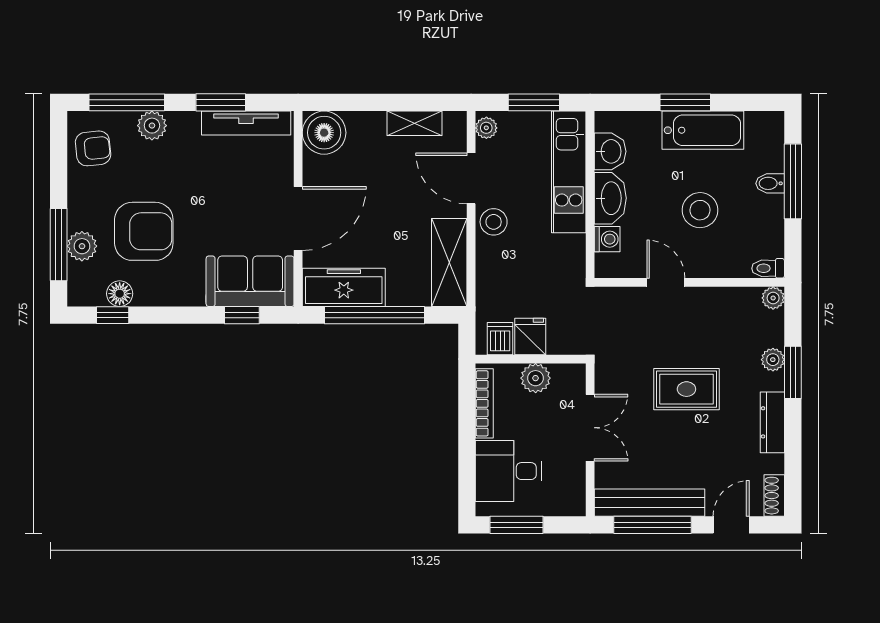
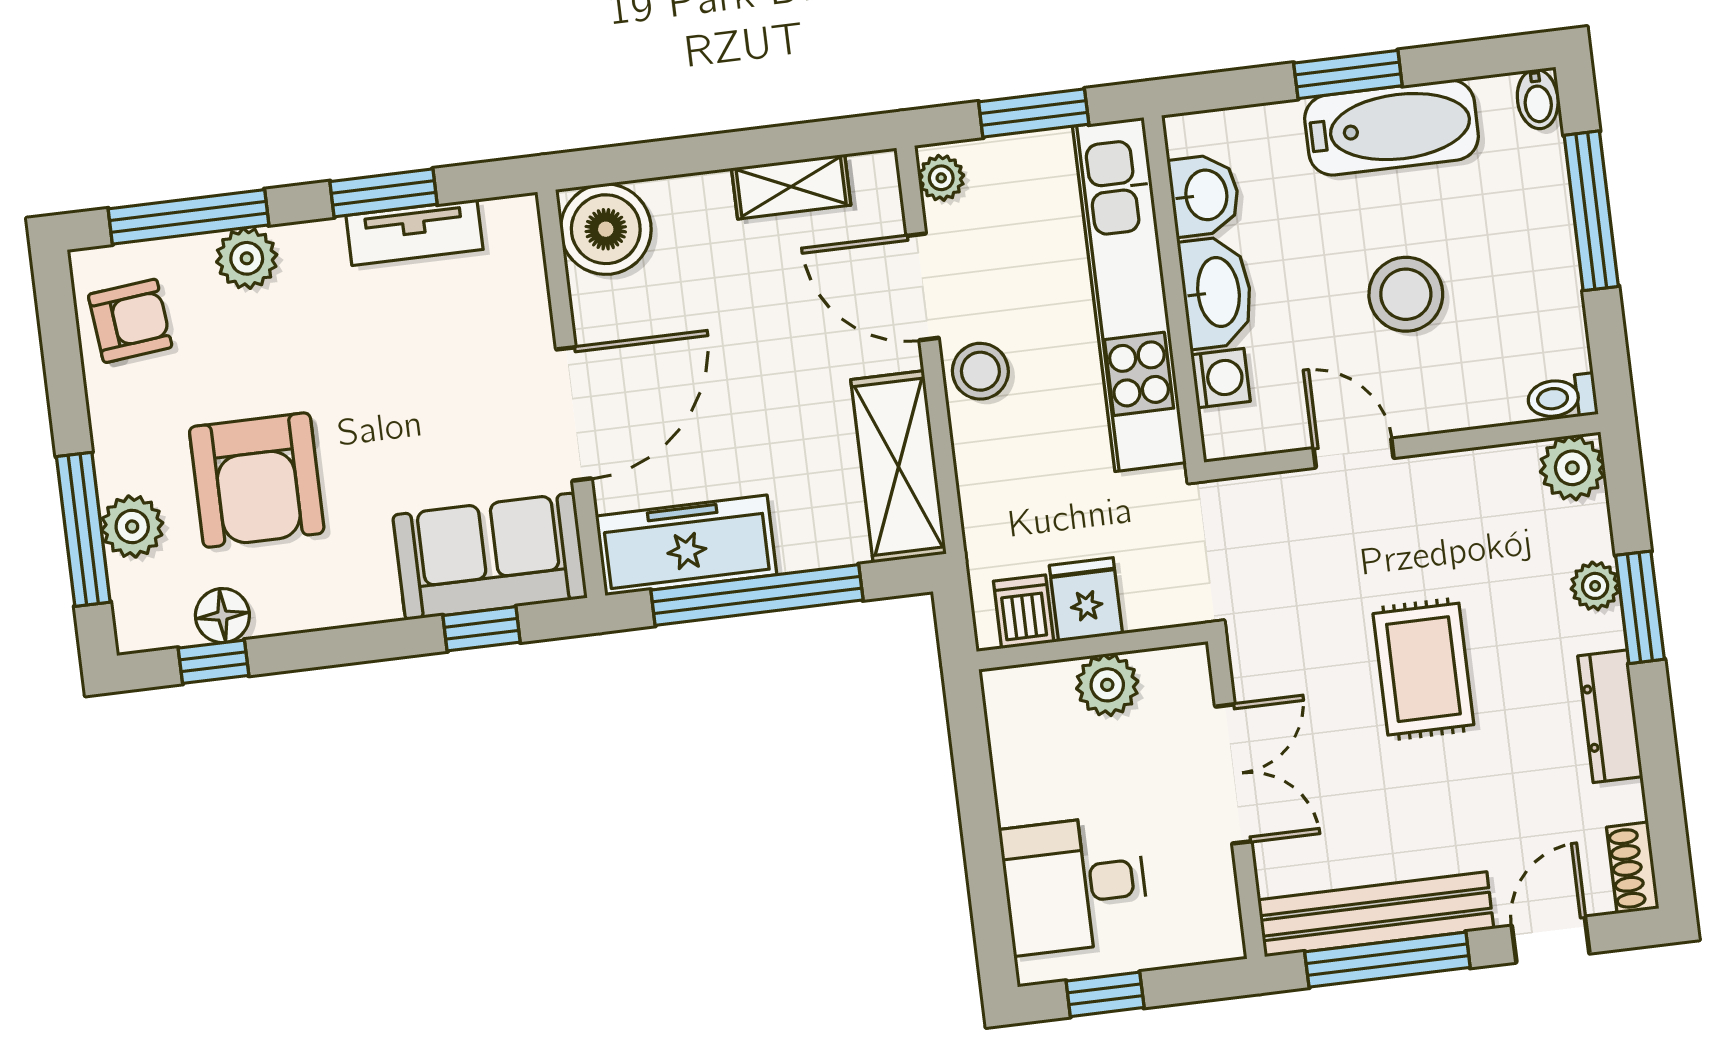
tv unit: (246, 123) -> (414, 232), width x0.71
kitchen unit: (569, 172) -> (1129, 294), width x1.36
bidet: (770, 183) -> (1538, 99), moved, turned -90
armchair: (144, 231) -> (257, 480), turned 90
plant: (773, 298) -> (1572, 468), width x1.38, depth x1.38
rug: (686, 389) -> (1423, 669), turned 90
bookcase: (484, 403) -> (1007, 750), removed
window: (516, 525) -> (1105, 994), width x0.67

